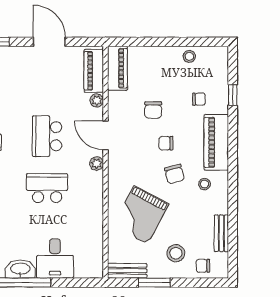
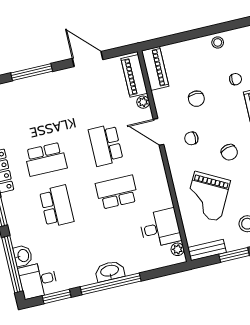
chair: (166, 143) -> (191, 138), moved
plant: (97, 164) -> (178, 249), moved
desk: (55, 258) -> (160, 228), moved, turned -90

